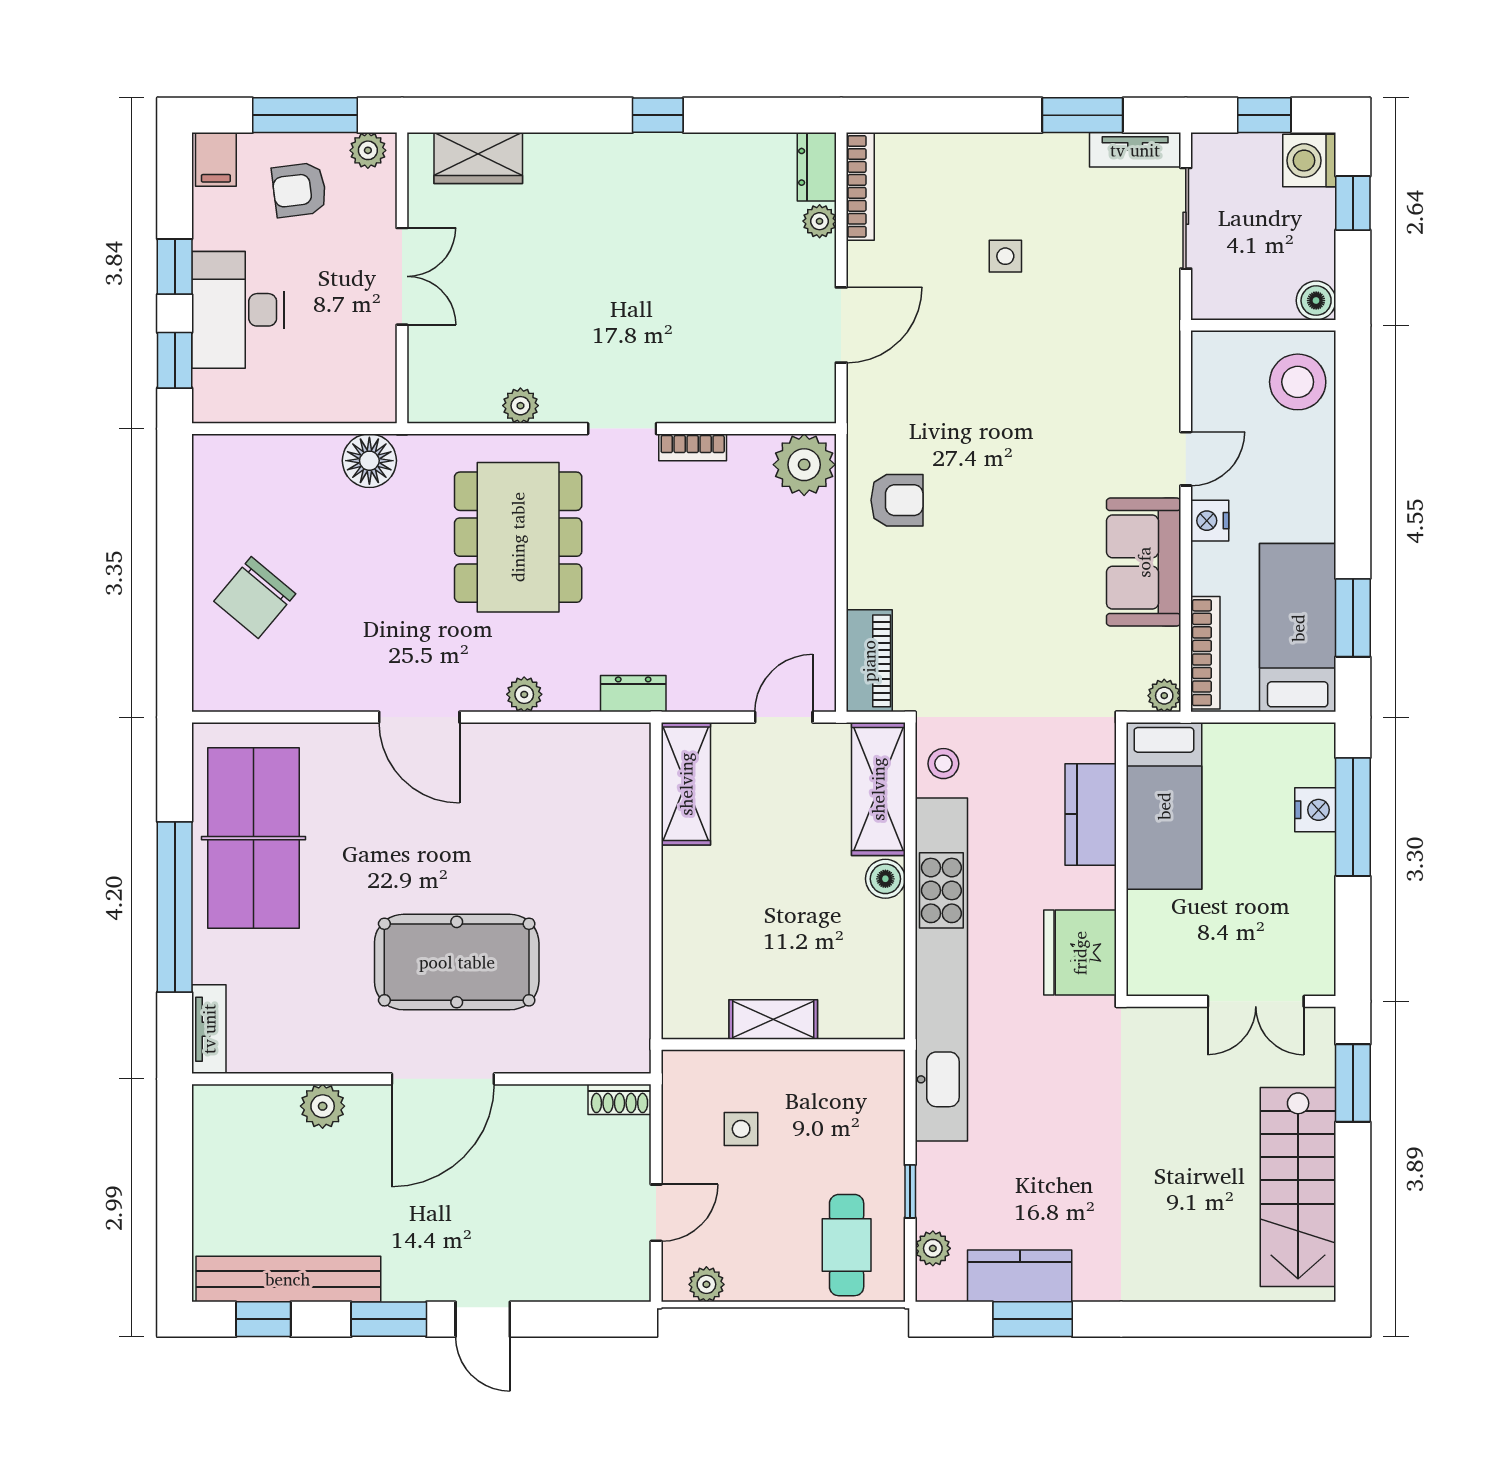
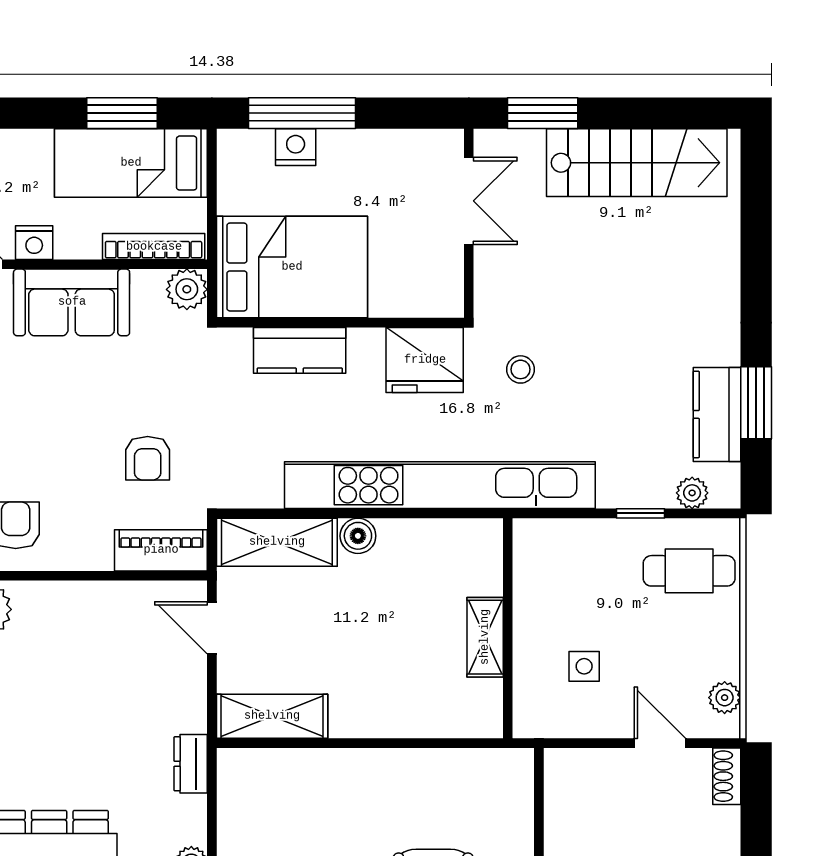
armchair: (971, 646) -> (148, 458), added
plant: (1164, 696) -> (187, 289), width x1.38, depth x1.38
stool: (943, 764) -> (521, 369), moved
bed: (1164, 806) -> (292, 267), width x1.50
shoe rack: (620, 1099) -> (727, 776), moved, turned 180

